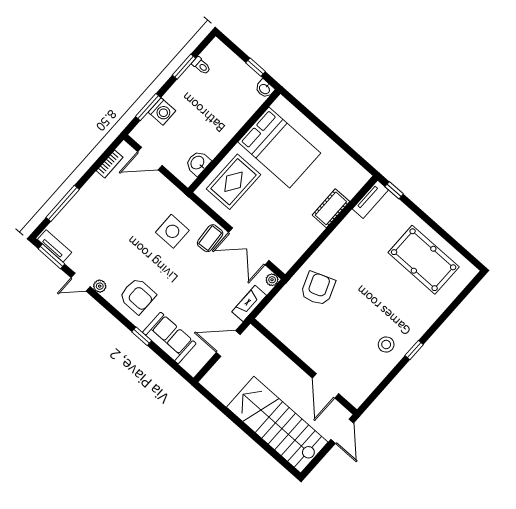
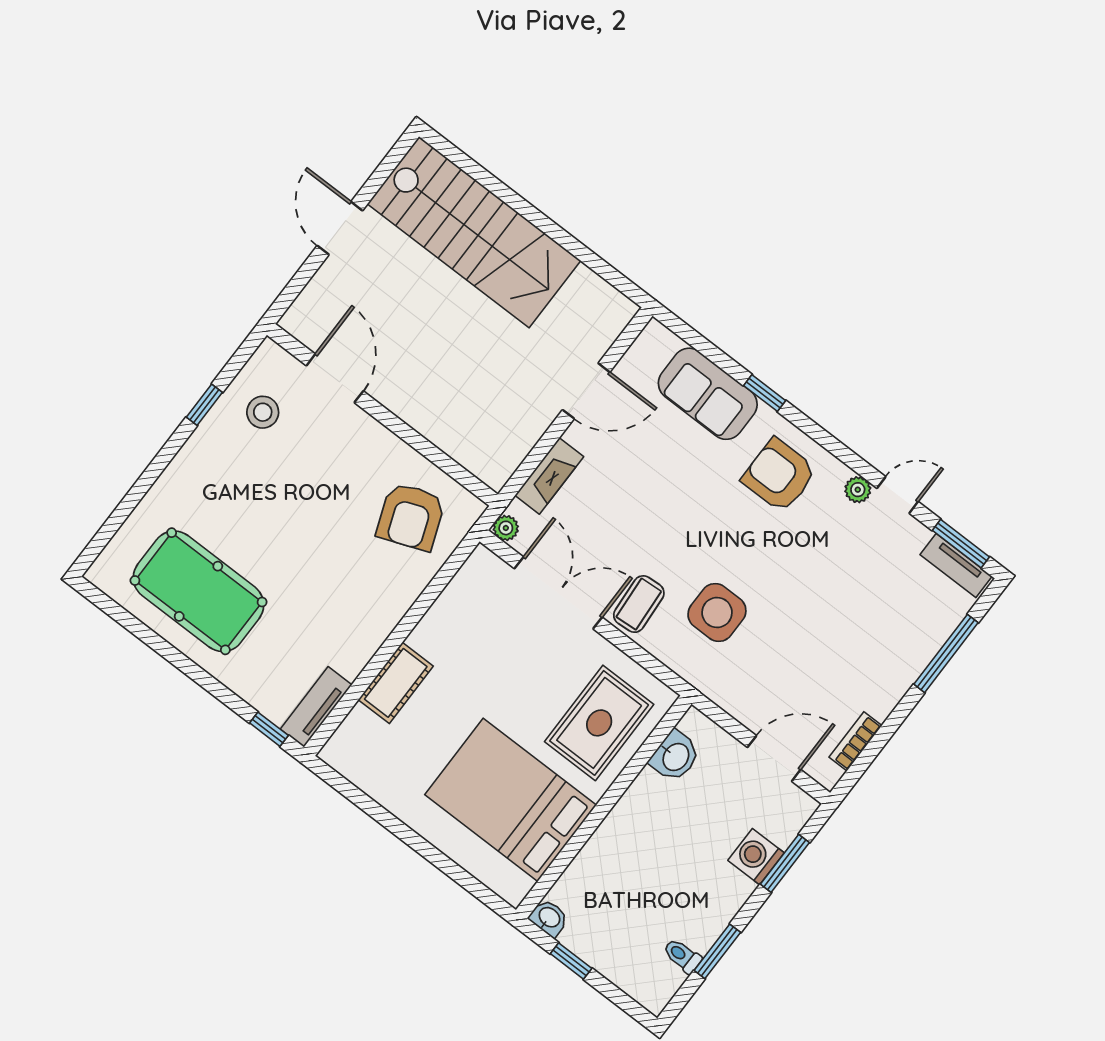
wall: (304, 366) -> (382, 415), moved
door: (326, 386) -> (335, 378), moved

